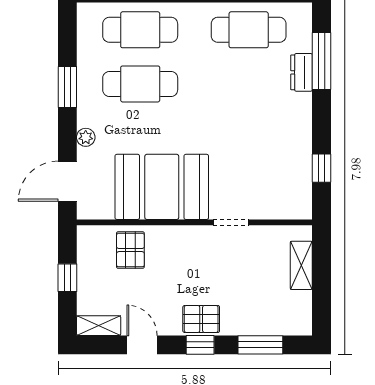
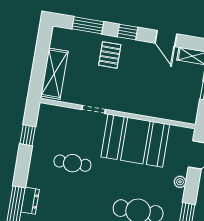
cafe table: (249, 138) -> (72, 163), added
pallet: (130, 250) -> (163, 102), removed
shelving: (301, 265) -> (54, 74), width x1.50, depth x1.33
pallet: (201, 319) -> (110, 55), moved, turned 90

